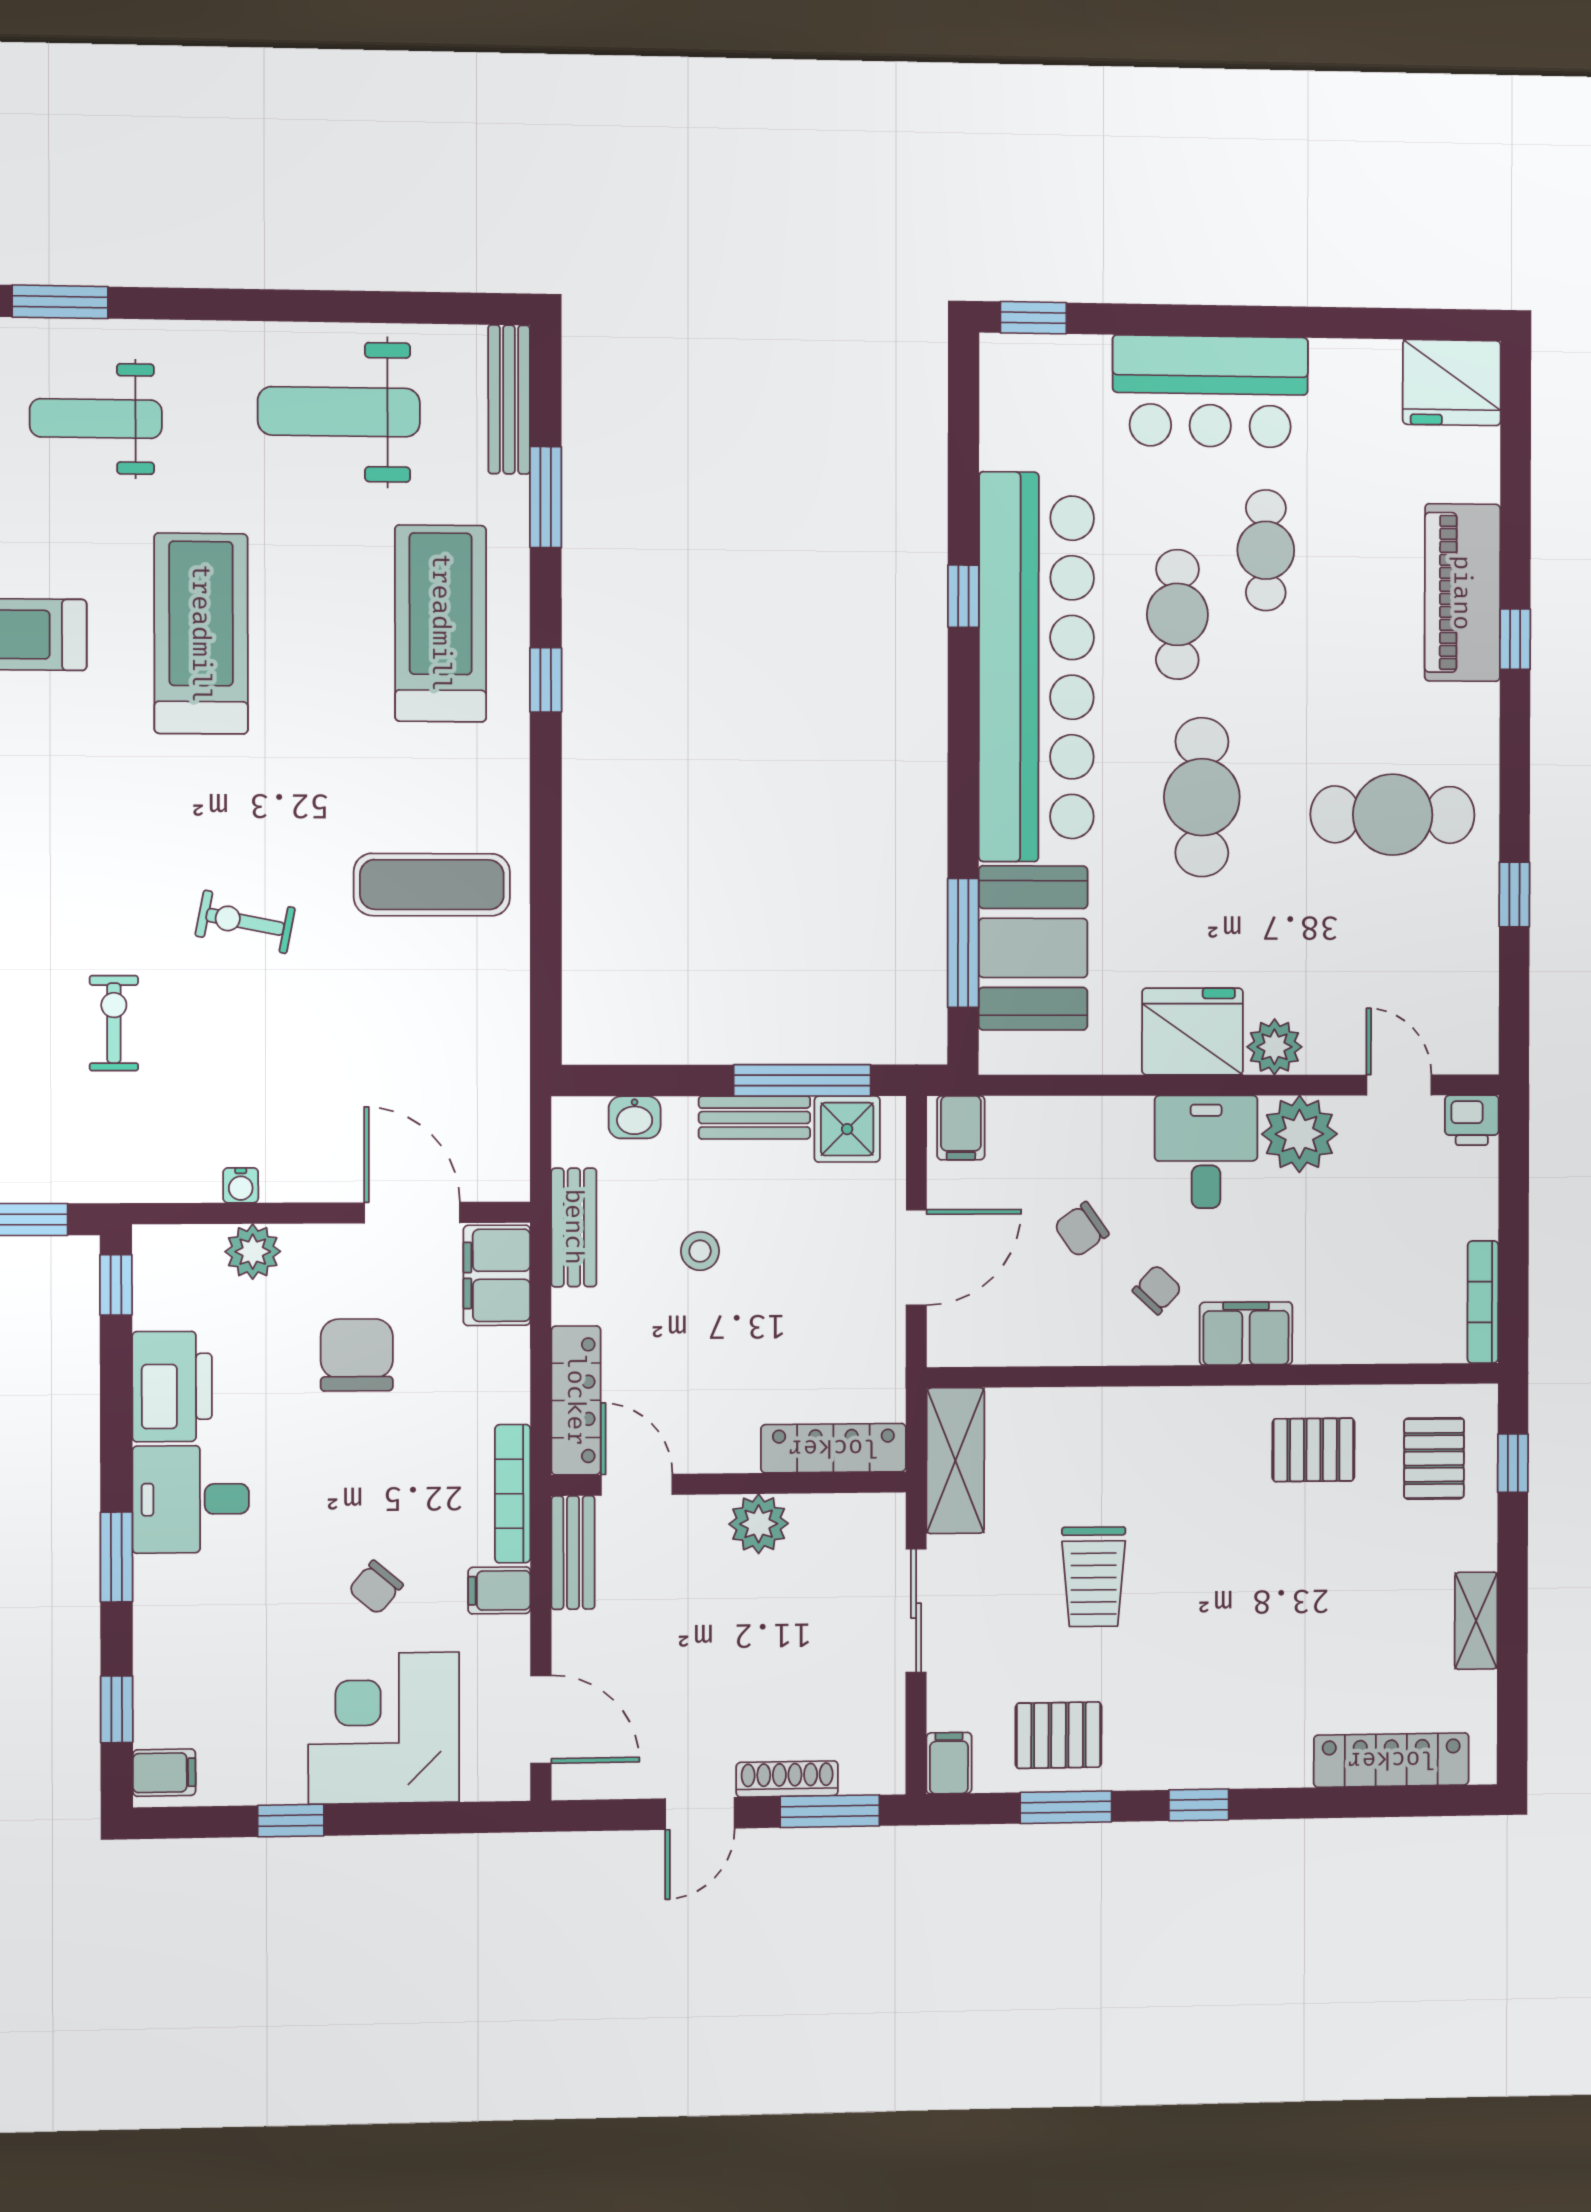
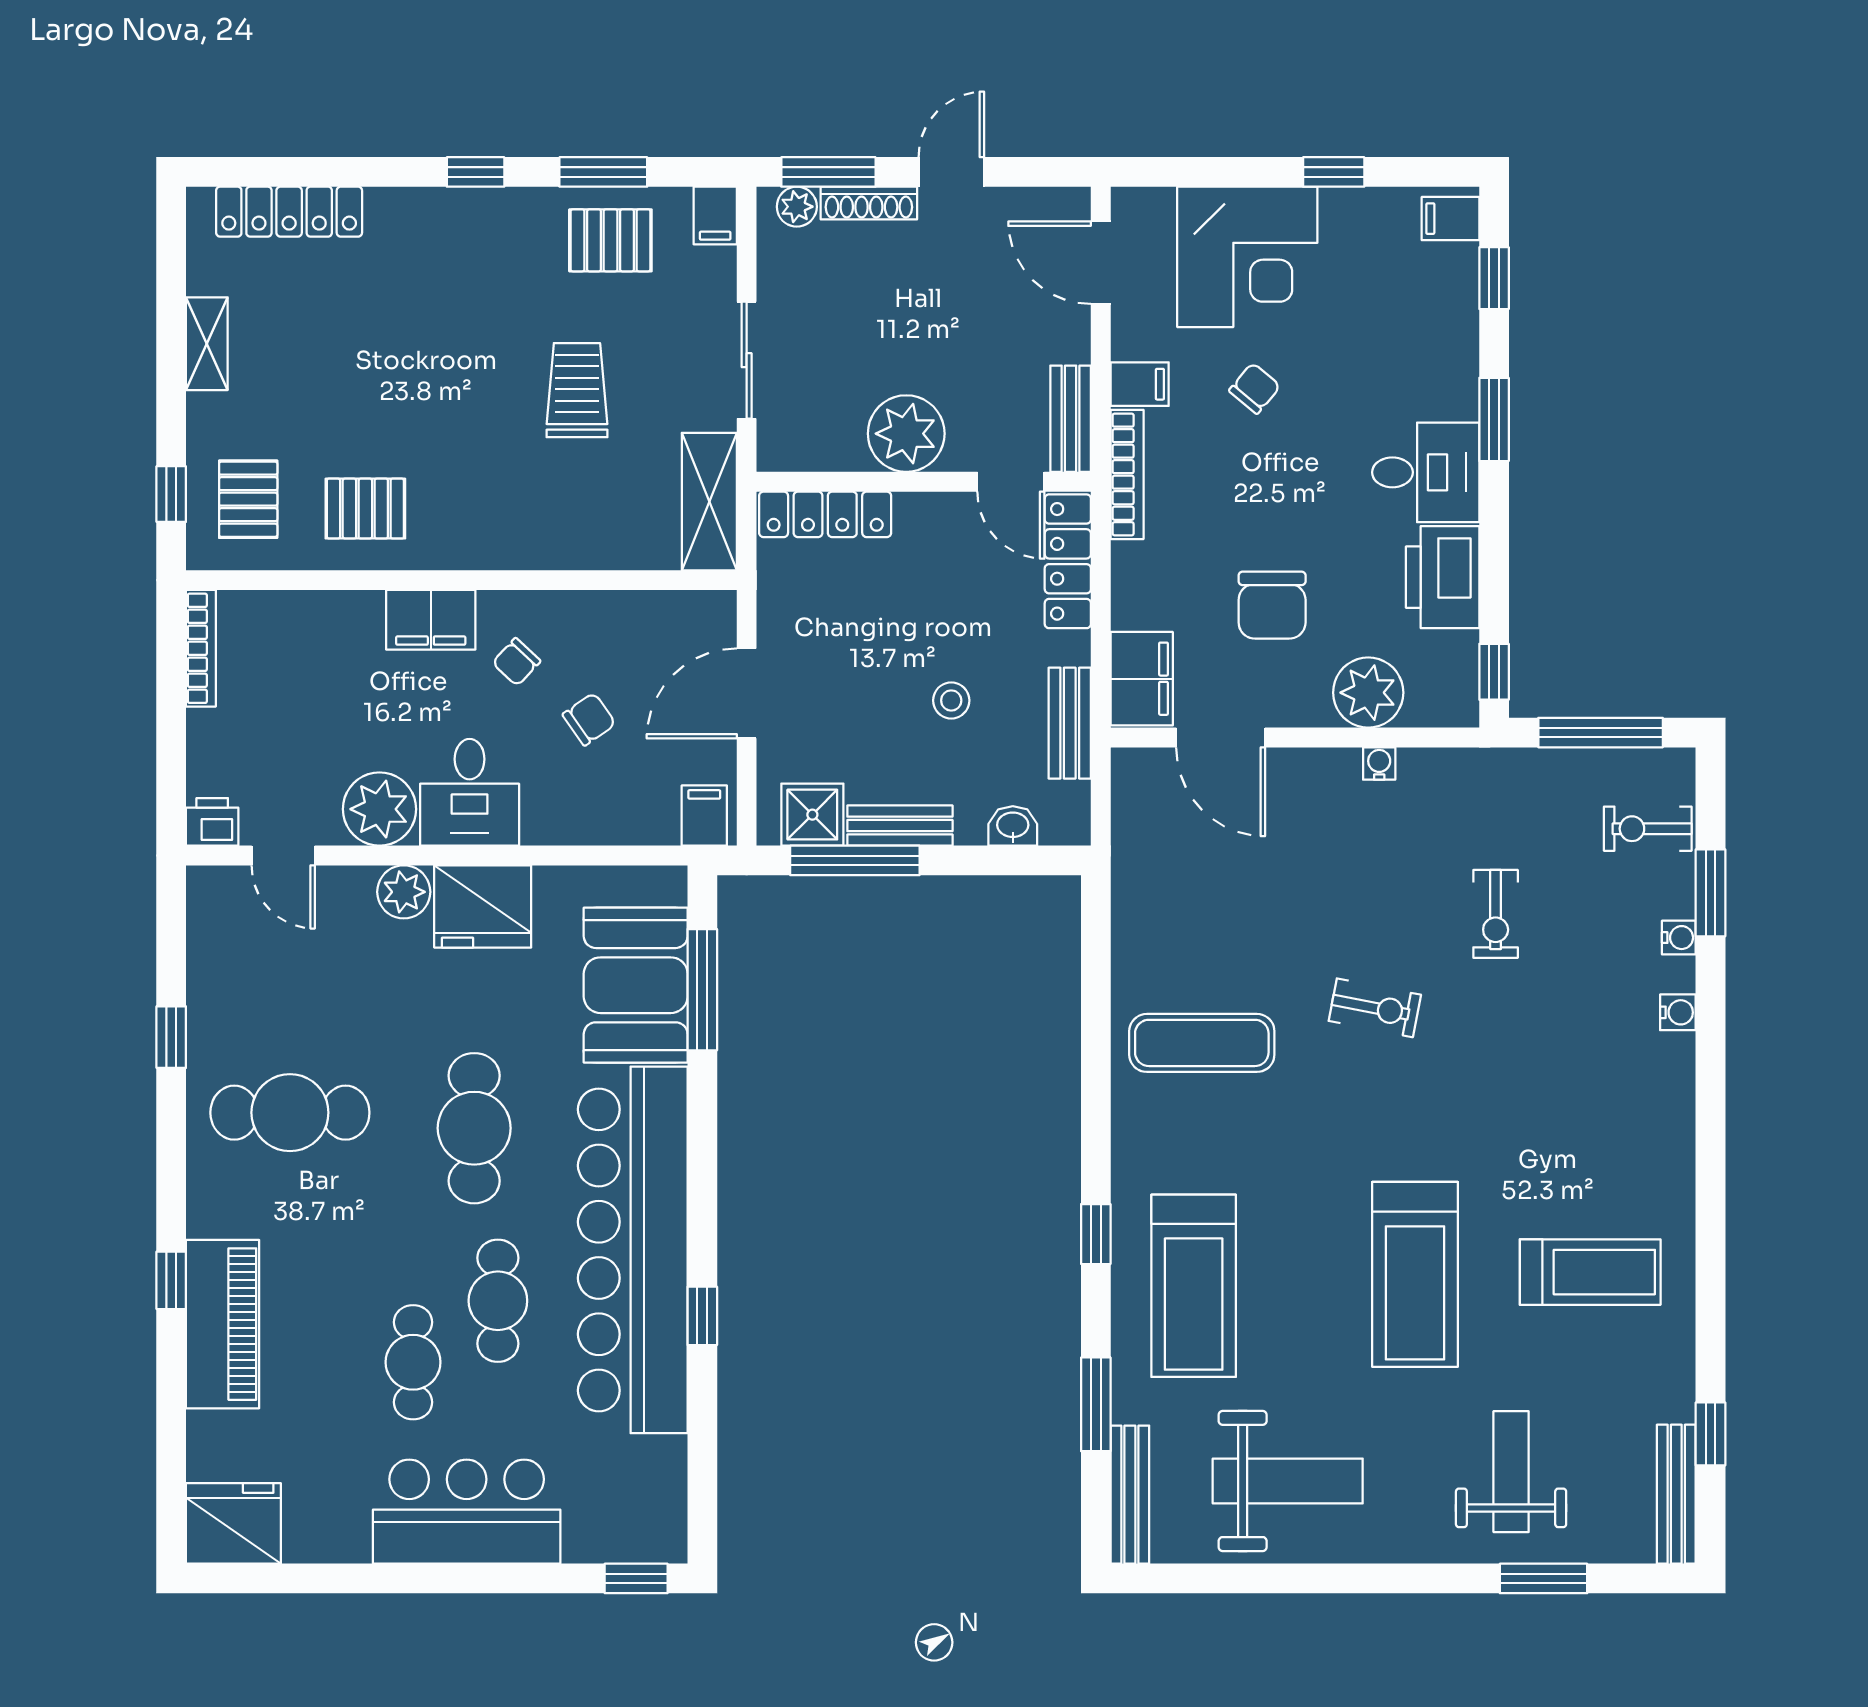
weight bench: (96, 418) -> (1511, 1472), turned -90
plant: (253, 1252) -> (1368, 693), width x1.36, depth x1.36
plant: (759, 1524) -> (906, 434), width x1.36, depth x1.36
plant: (863, 1774) -> (797, 207), added

